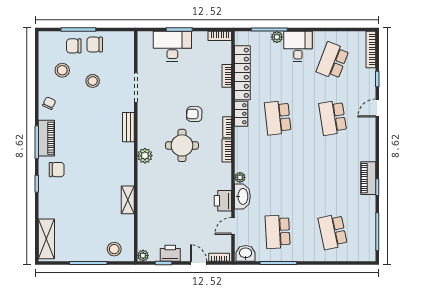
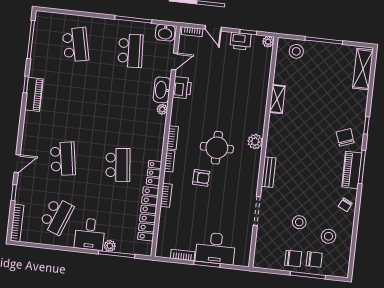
bookcase: (220, 36) -> (183, 255), moved
bookcase: (227, 76) -> (166, 195), moved
chair: (57, 170) -> (345, 137), turned 70

